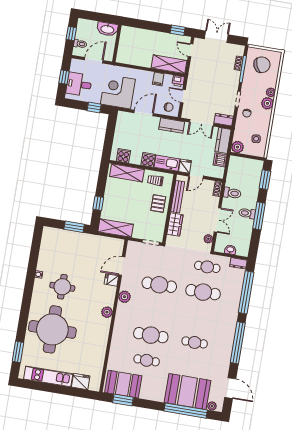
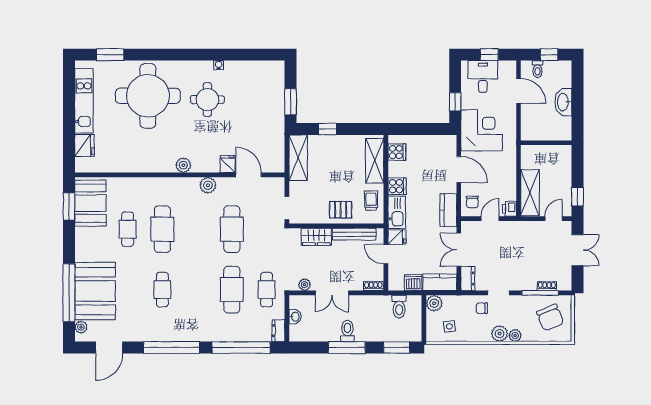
wall: (117, 43) -> (546, 143), moved
filing cabinet: (158, 79) -> (508, 182), removed
toilet: (232, 193) -> (399, 307), moved

